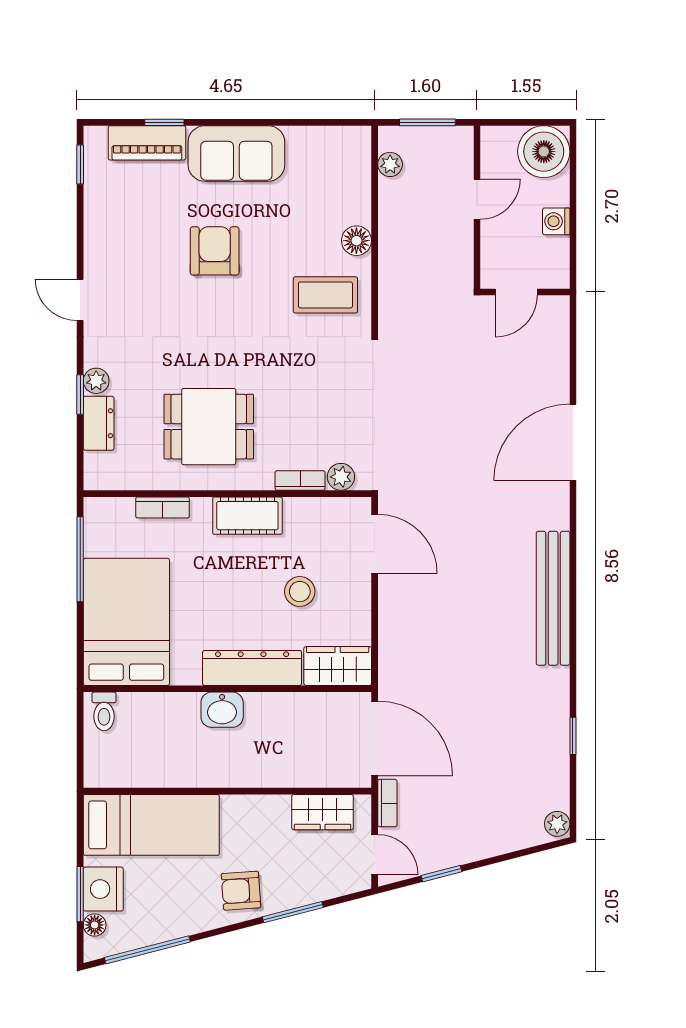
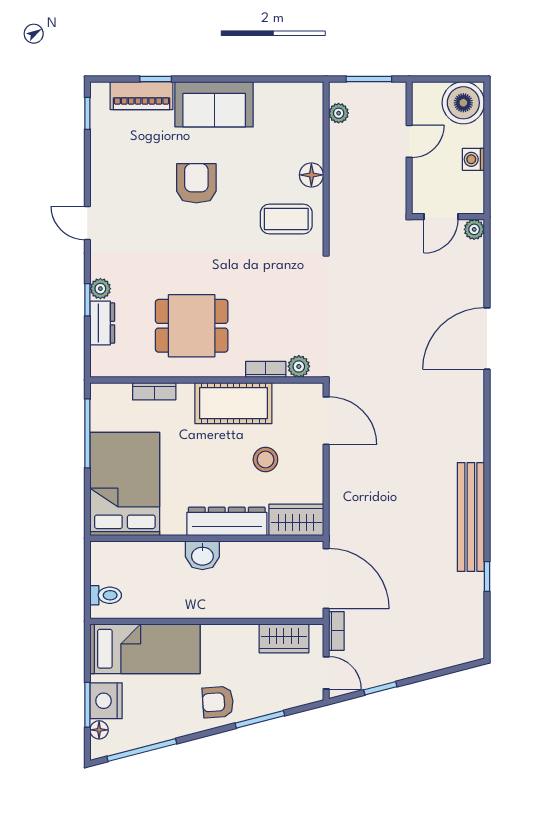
cot: (247, 516) -> (233, 403), width x1.37, depth x1.34
bench: (553, 598) -> (471, 517), moved
toilet: (104, 711) -> (106, 595), moved, turned -90
plant: (557, 824) -> (474, 229), moved

